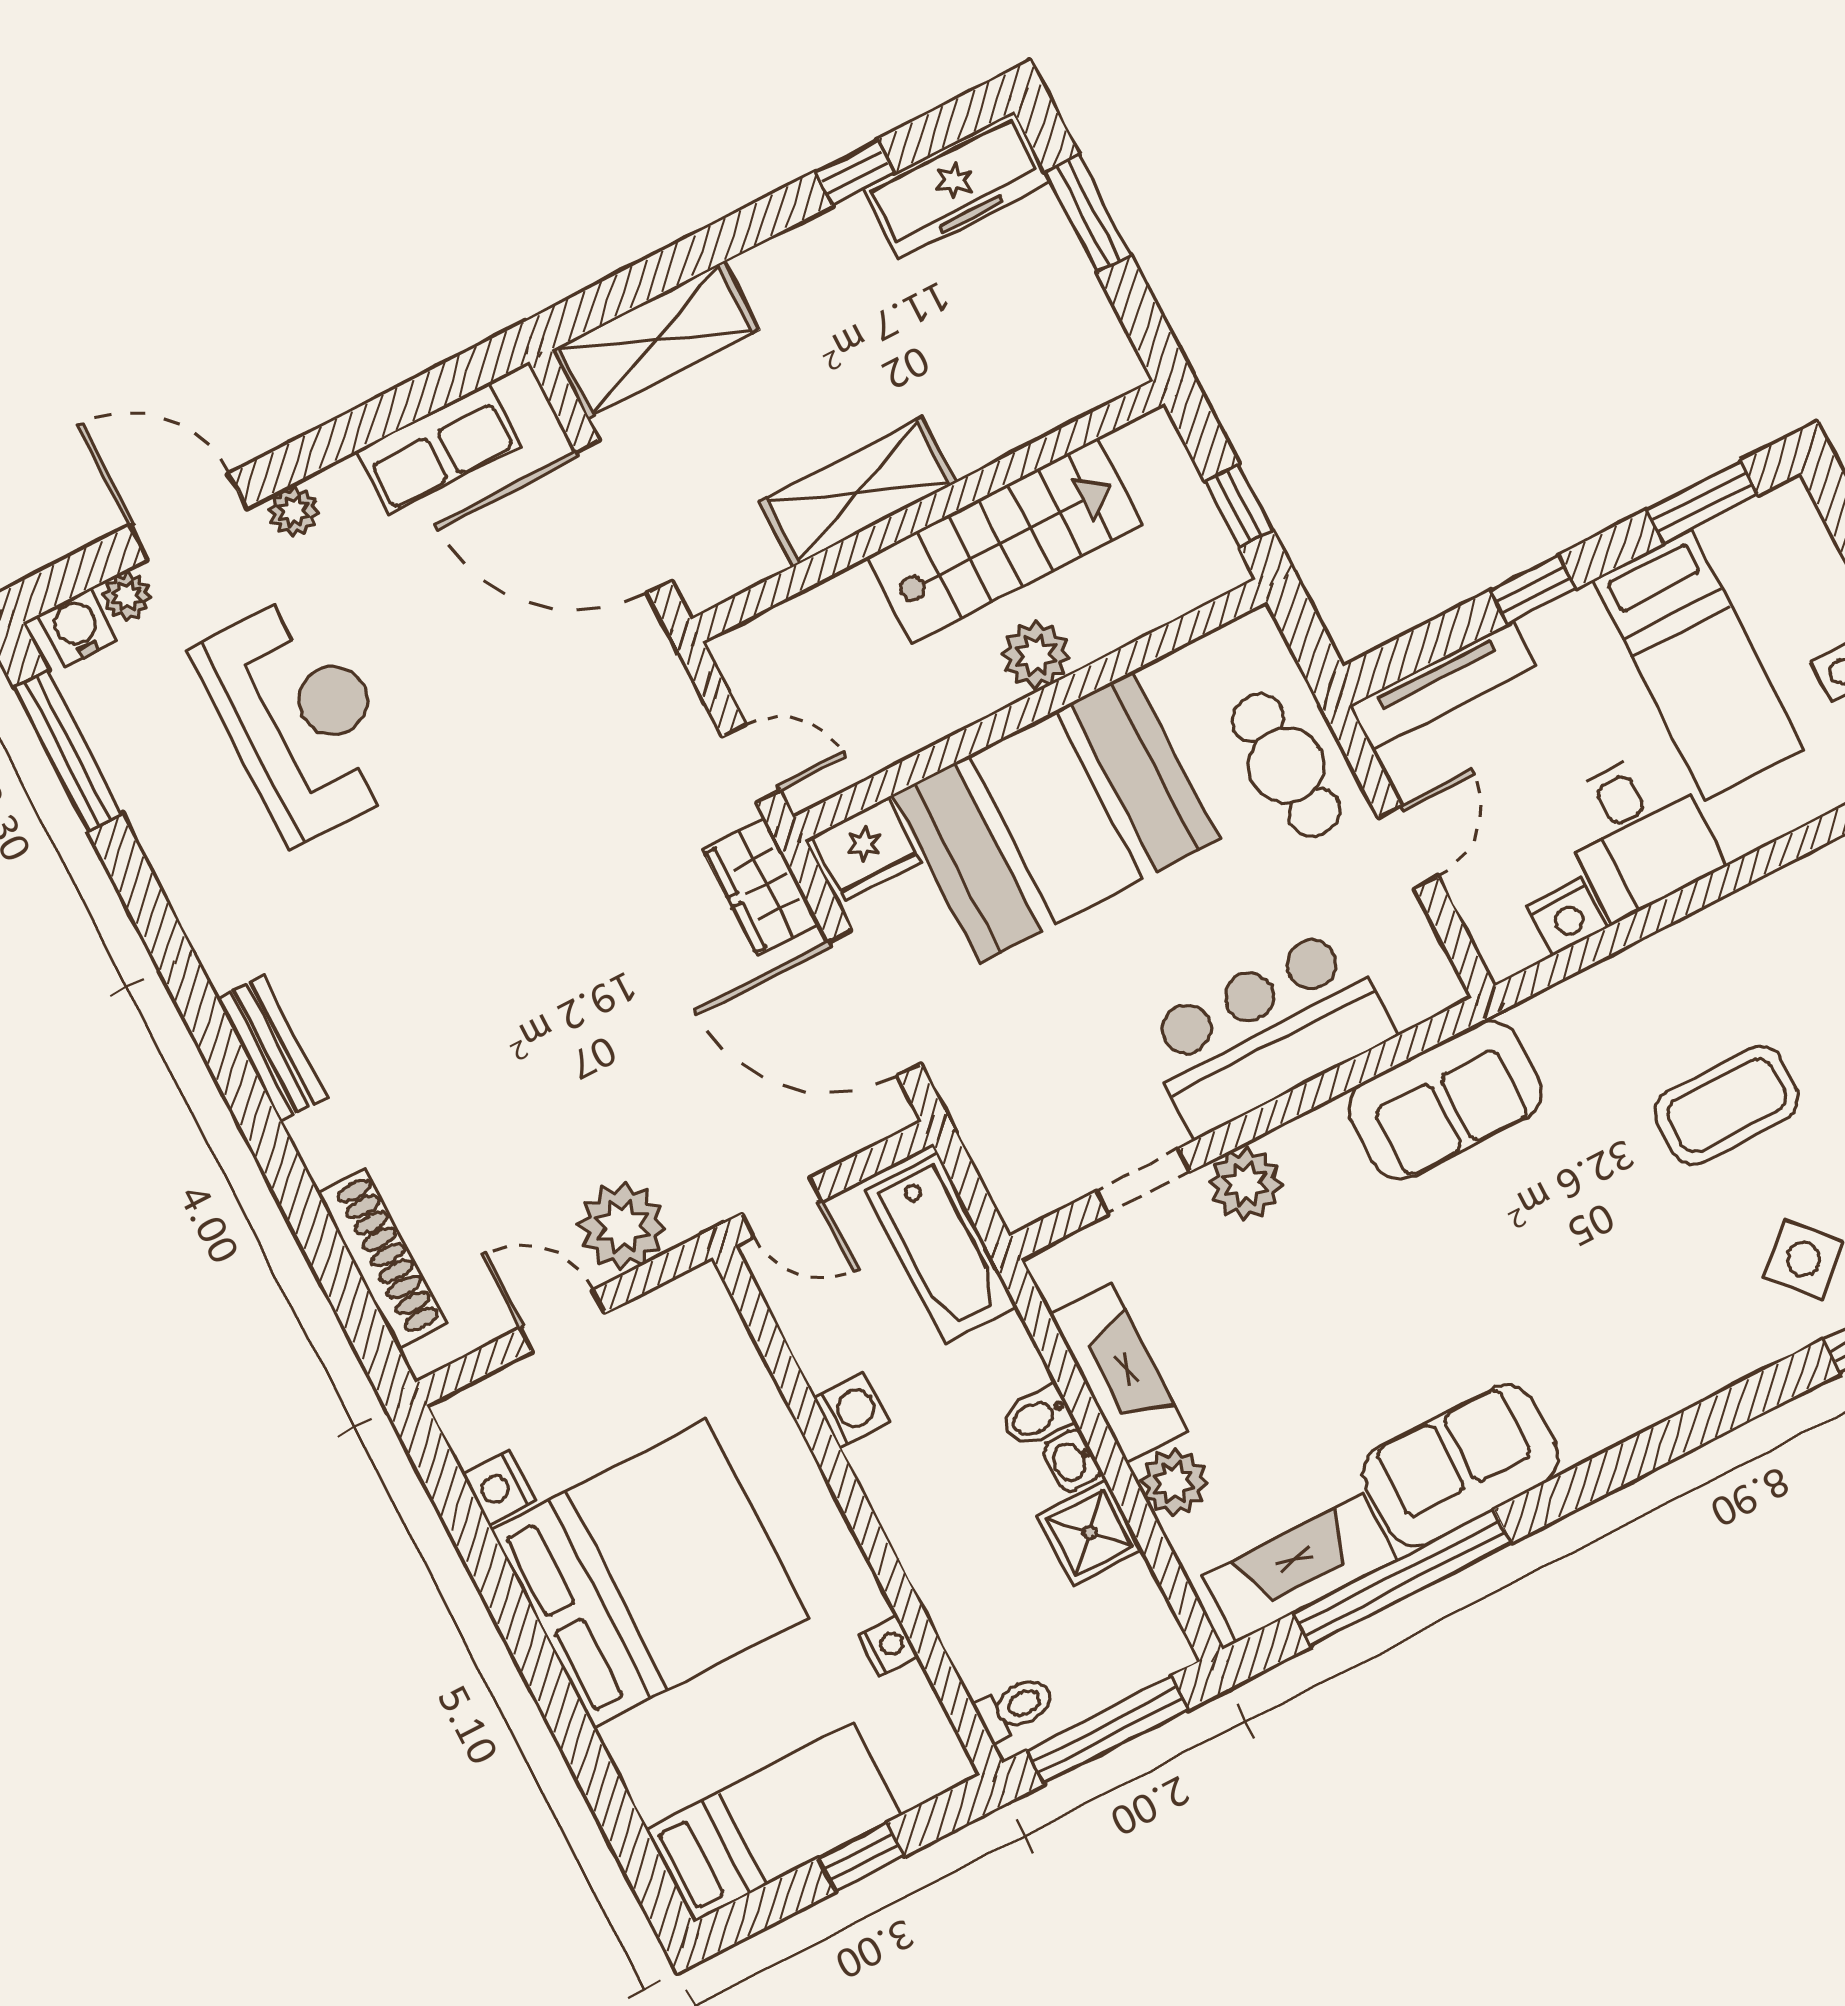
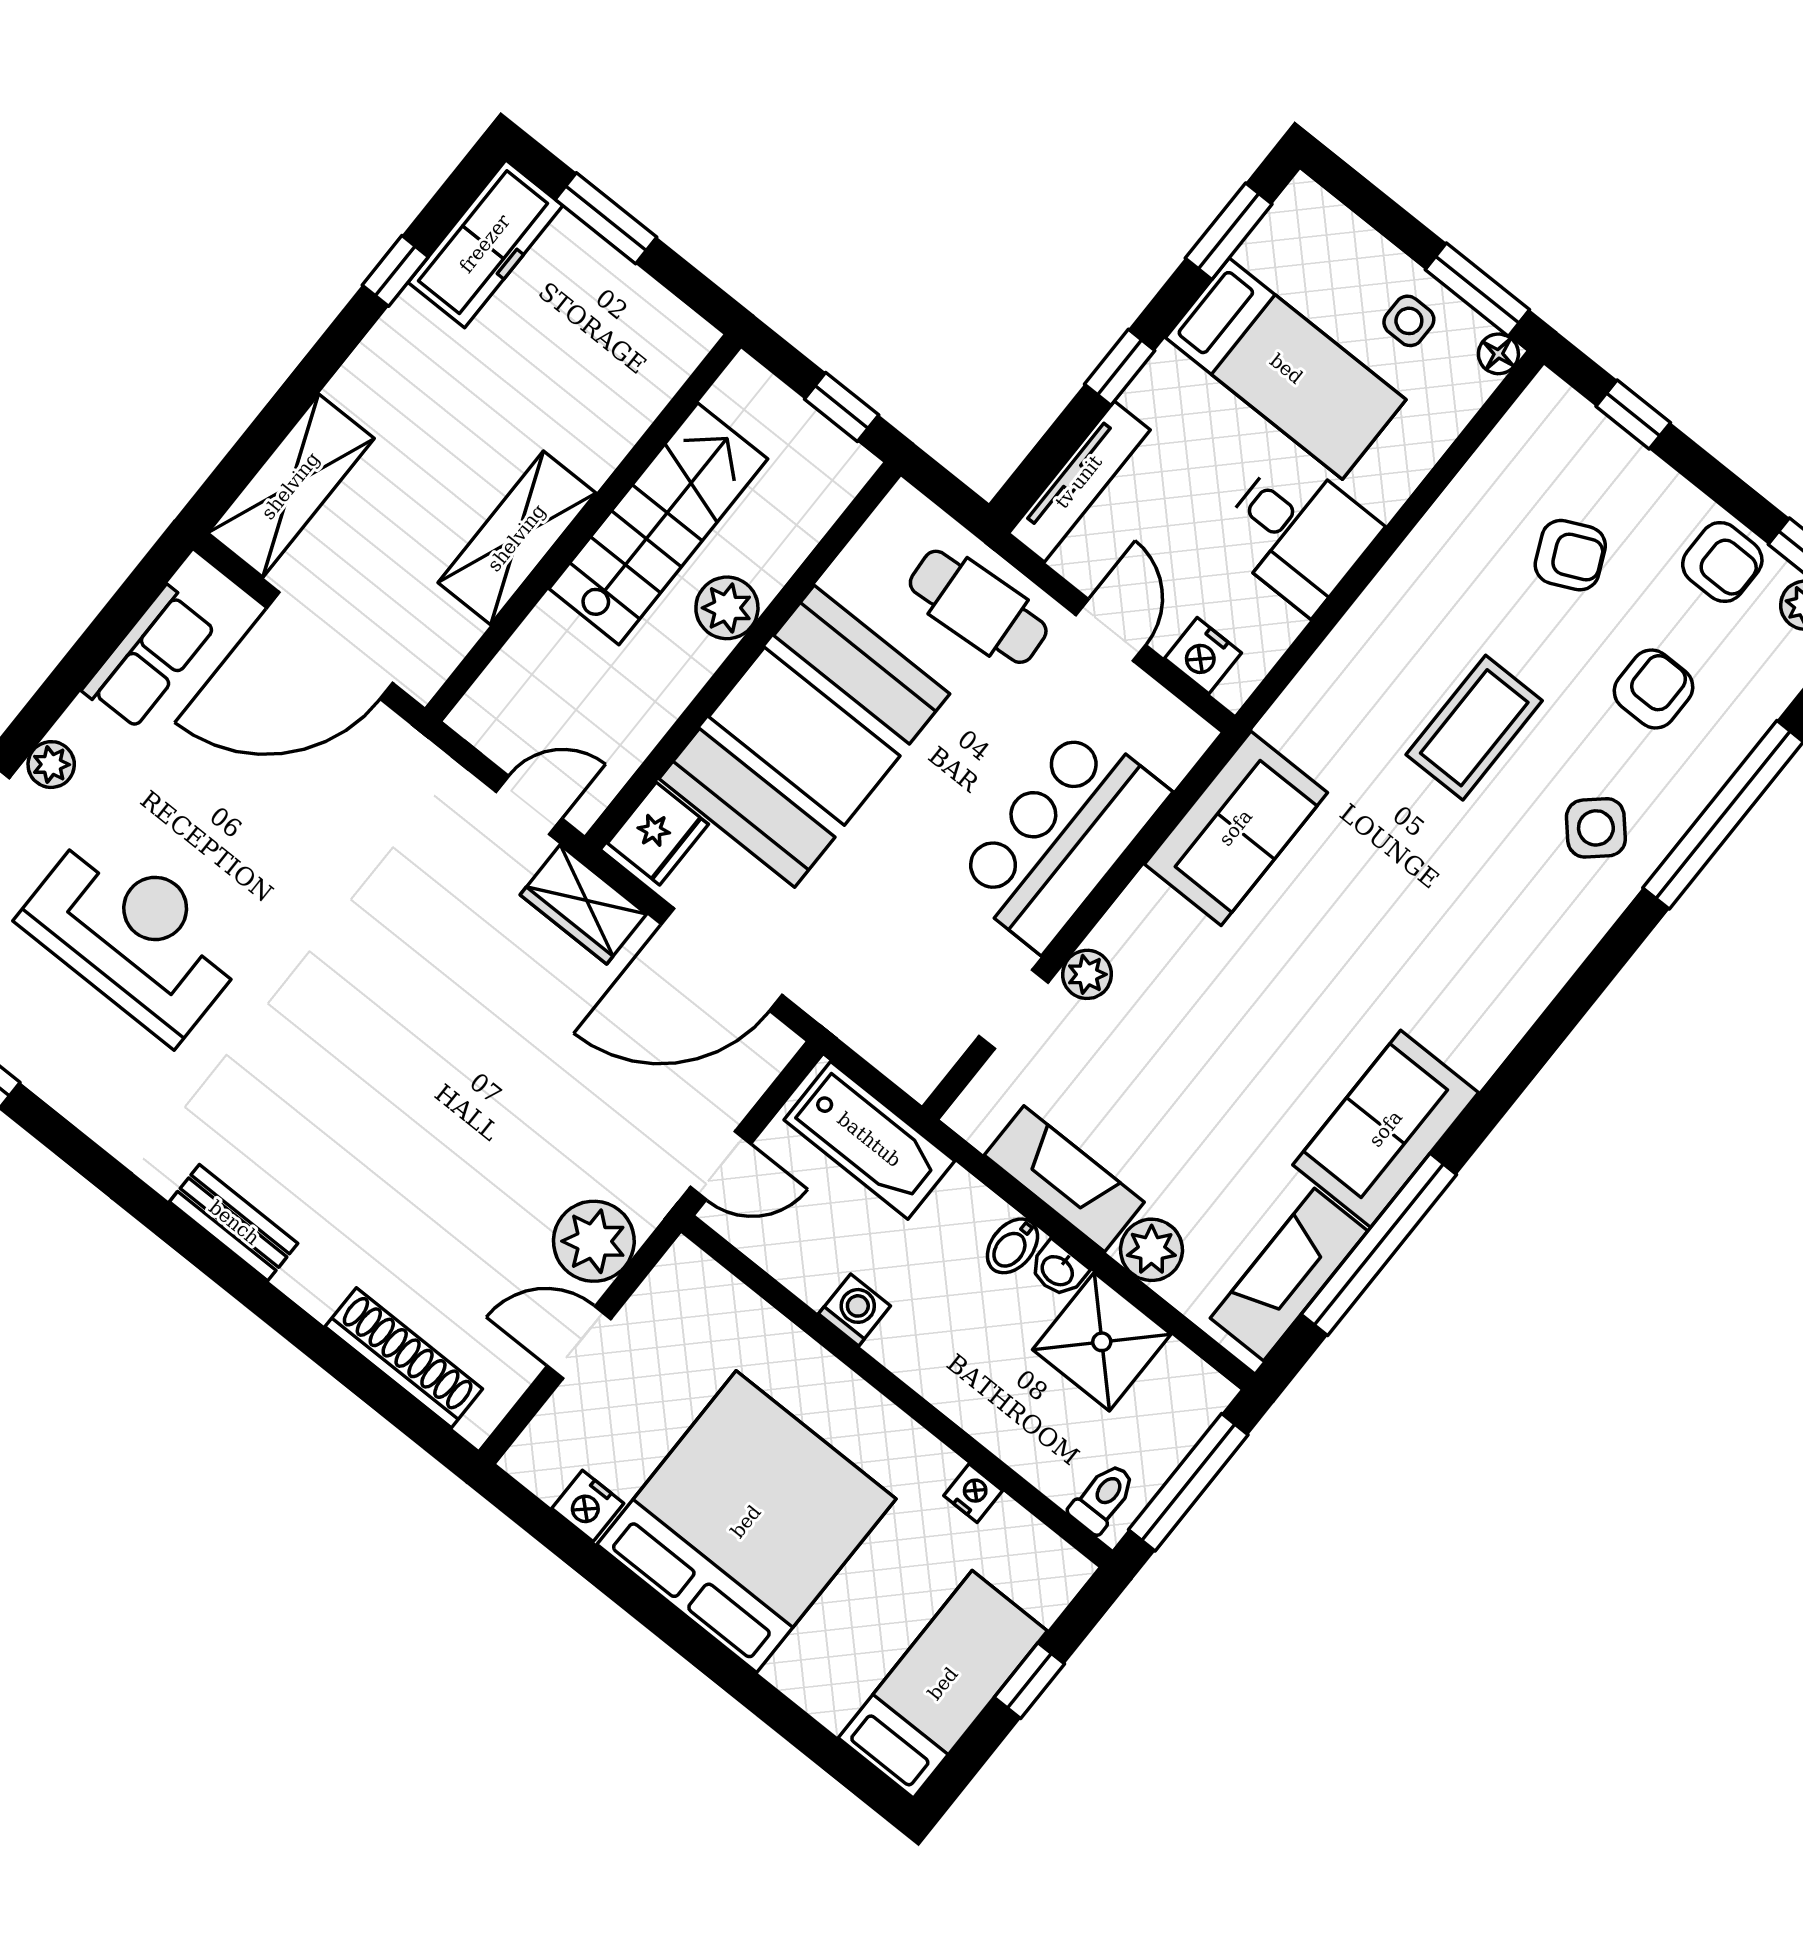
nightstand: (1567, 917) -> (1203, 656), moved, turned 90
plant: (1245, 1184) -> (1087, 974), width x0.73, depth x0.73
shower: (1090, 1533) -> (1102, 1342), width x1.36, depth x1.36

